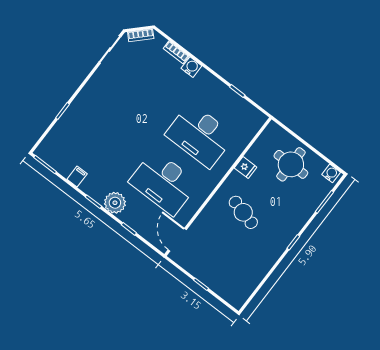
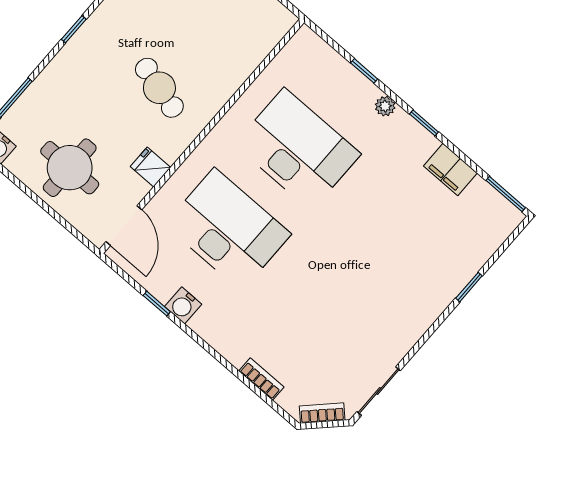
water cooler: (191, 67) -> (183, 305), moved
filing cabinet: (77, 176) -> (450, 170), width x2.00
plant: (115, 203) -> (385, 106), width x0.53, depth x0.53
door: (177, 240) -> (124, 226), moved

